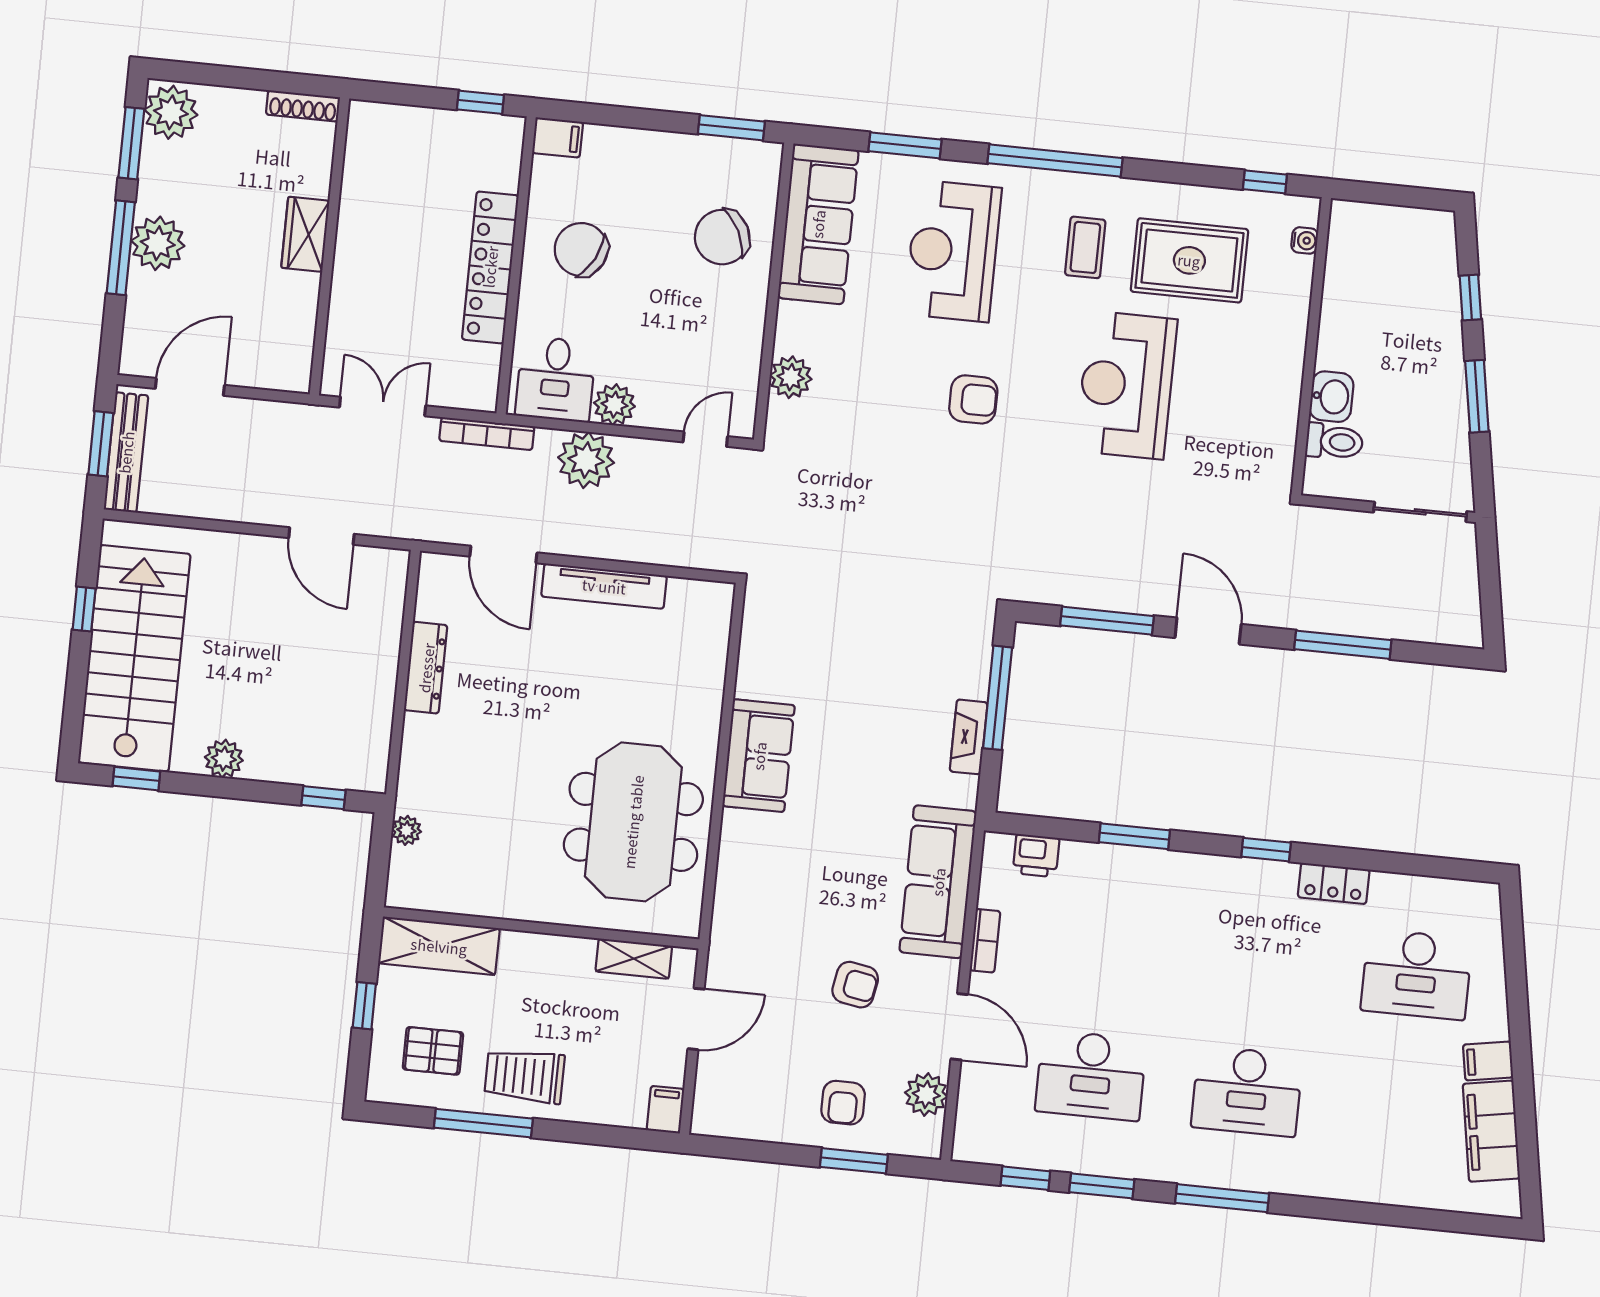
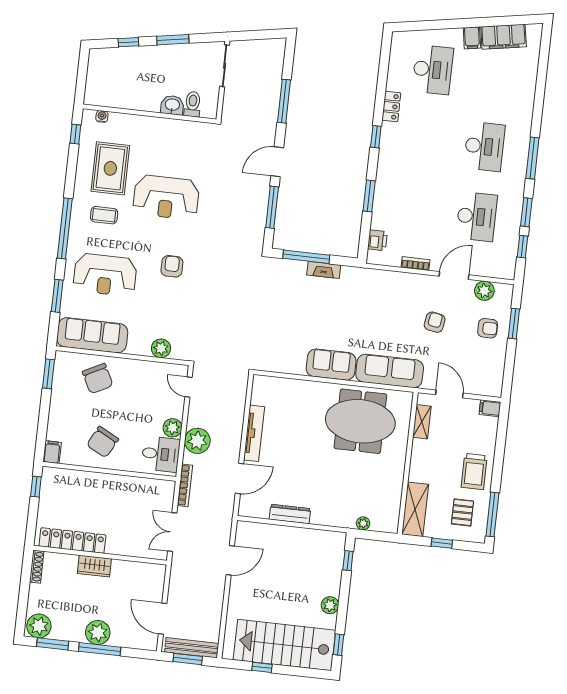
locker: (490, 267) -> (72, 541), moved, turned 180
sofa: (938, 882) -> (390, 371), moved, turned 180
window: (483, 1123) -> (492, 514), moved

